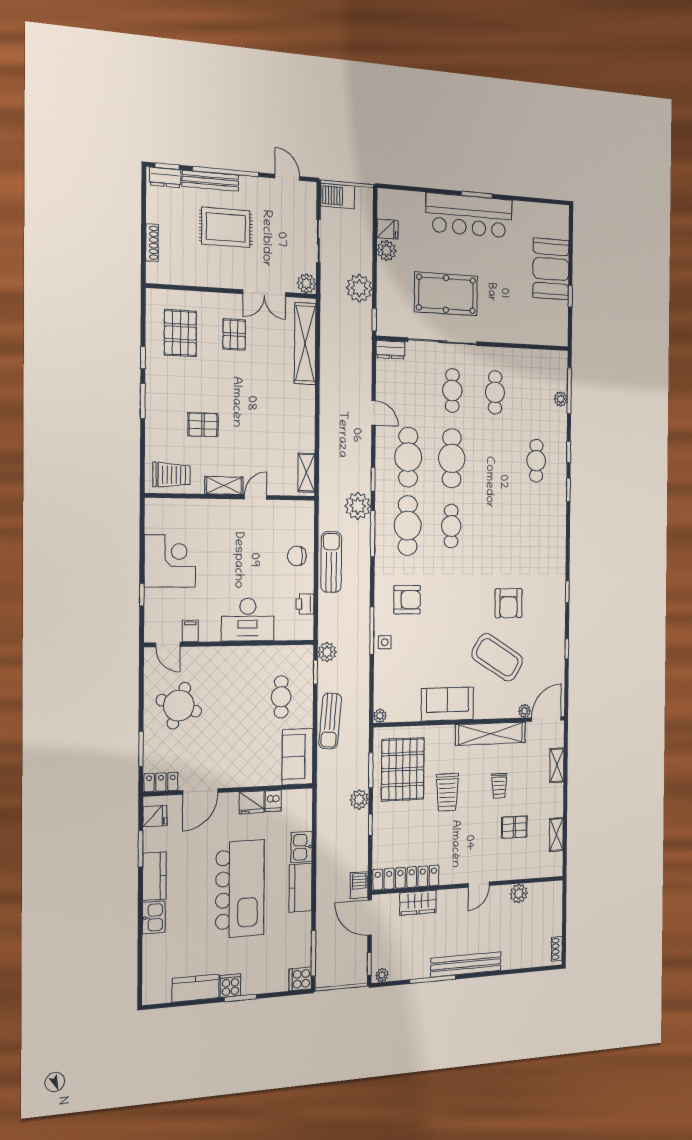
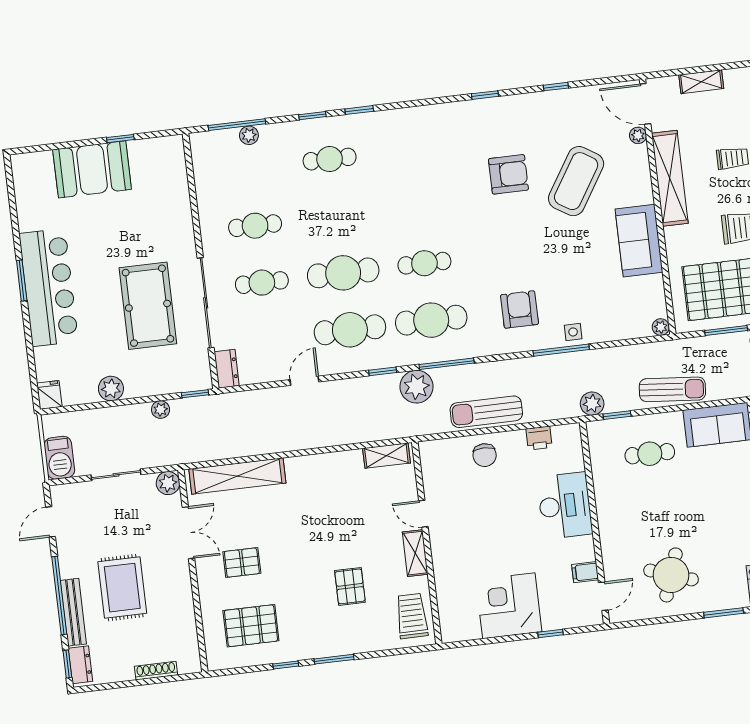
fridge: (387, 229) -> (49, 395), moved
plant: (359, 288) -> (161, 410), width x0.53, depth x0.53

